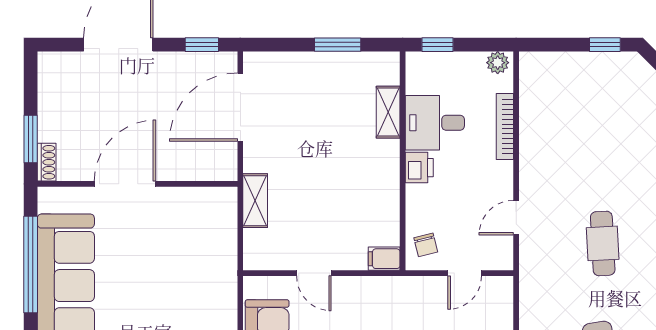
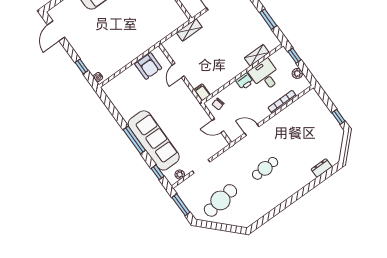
plant: (498, 63) -> (297, 73), moved

